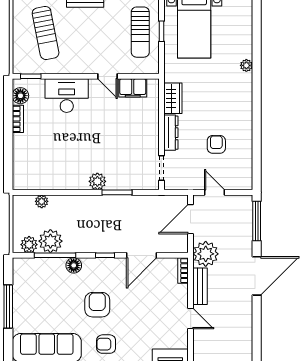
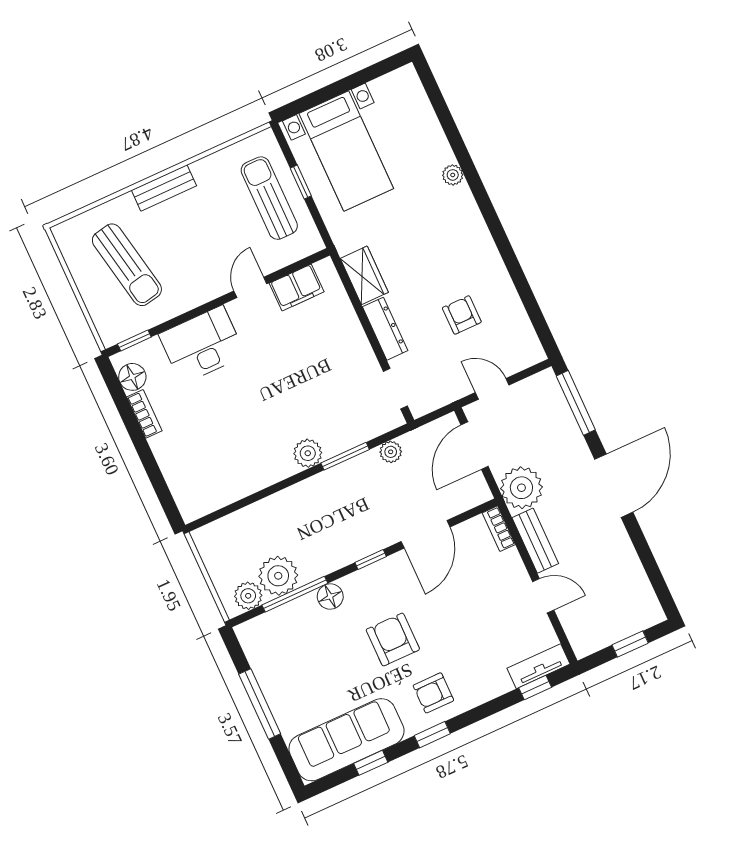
sun lounger: (140, 32) -> (269, 198), turned 180
door: (107, 76) -> (250, 287), swing flipped
plant: (42, 201) -> (391, 452), moved

